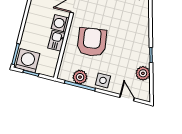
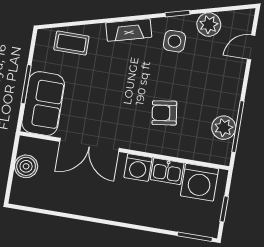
fireplace: (144, 25) -> (129, 30), added
armchair: (92, 42) -> (164, 113), width x0.53, depth x0.53
washing machine: (28, 61) -> (199, 182), moved, turned -90
side table: (103, 80) -> (174, 41), moved

